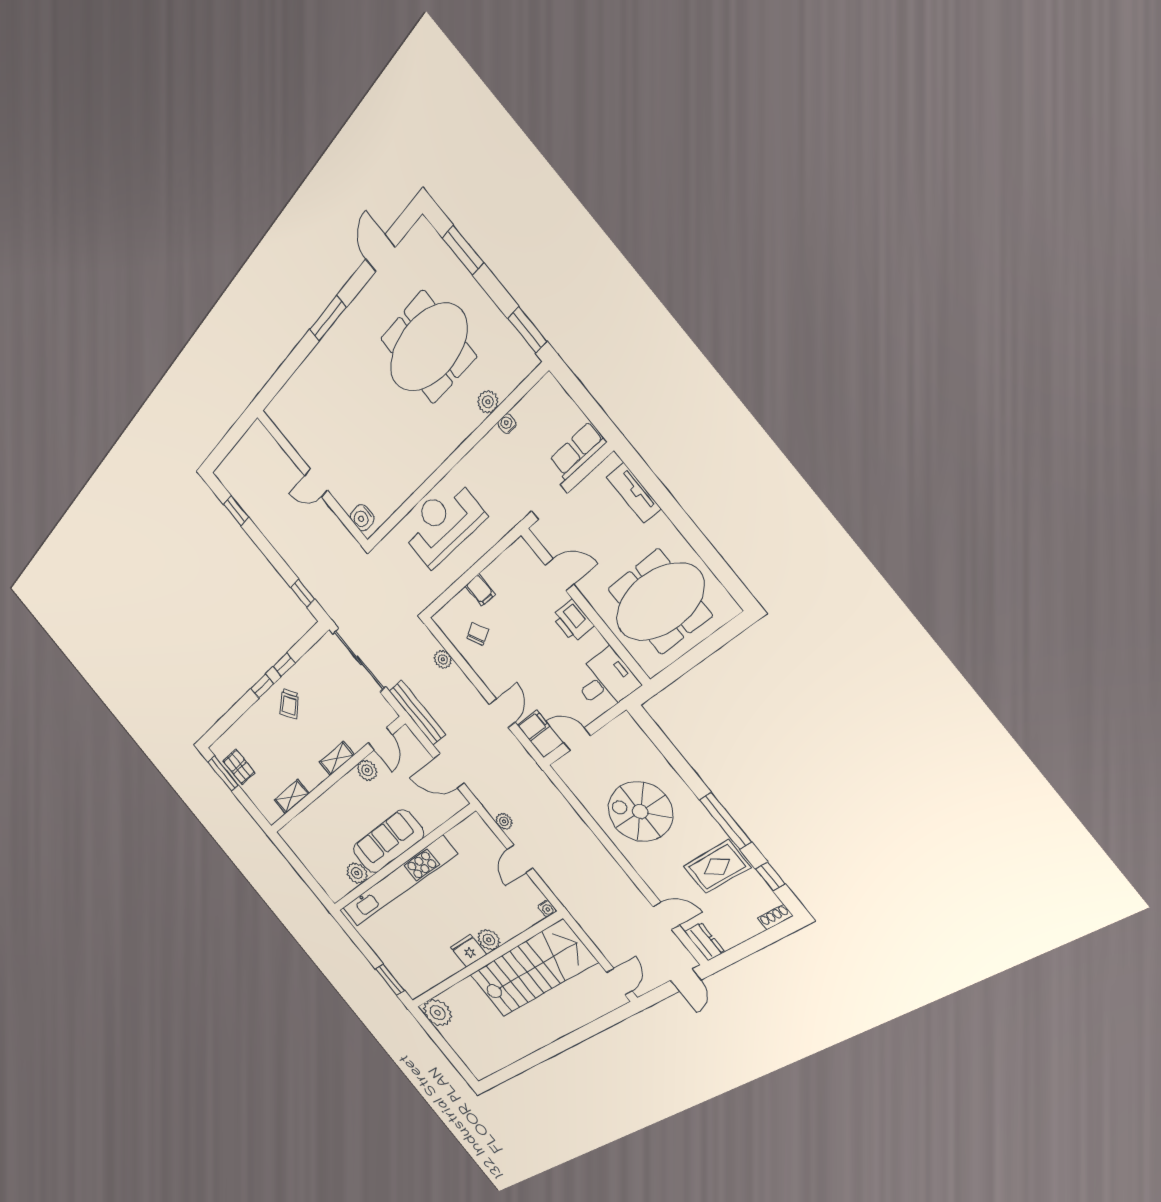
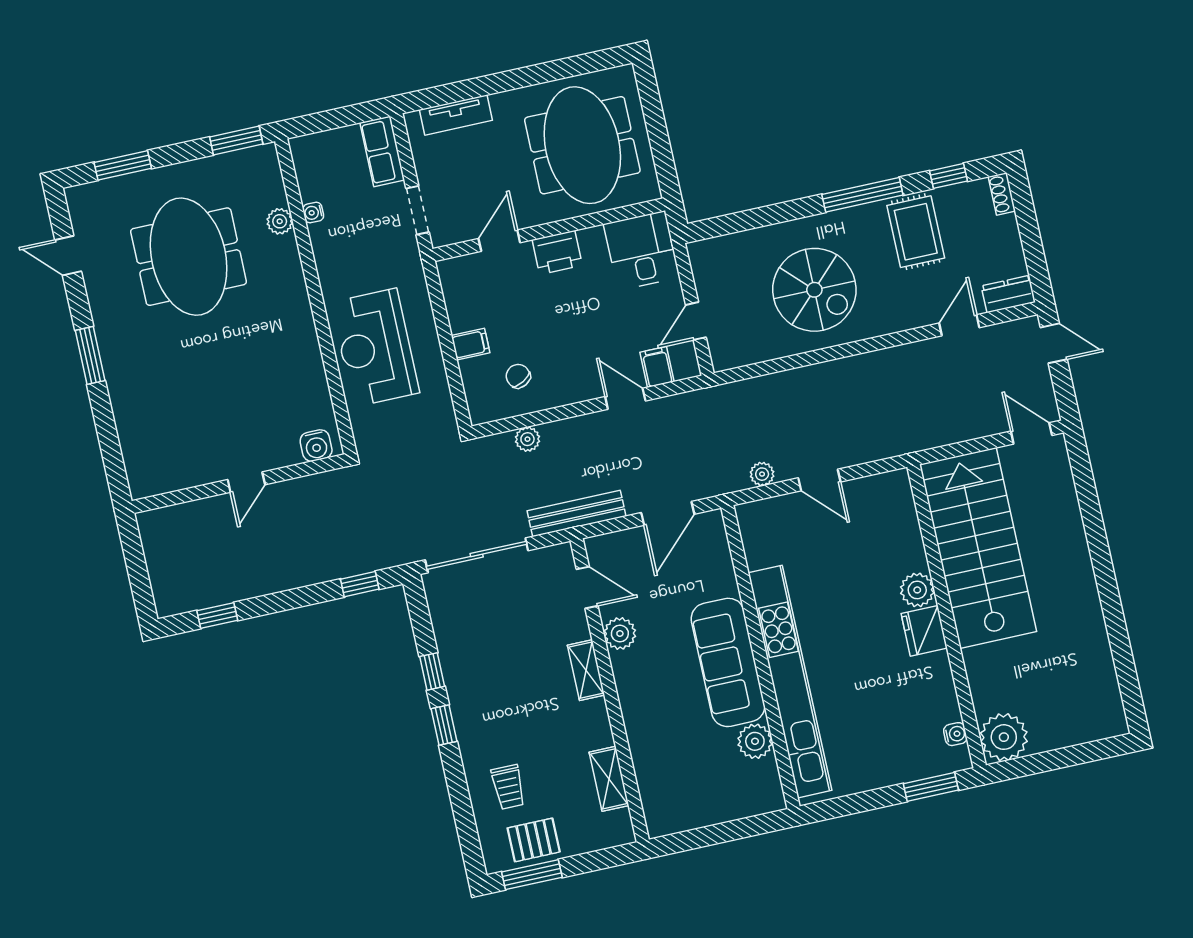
trolley: (289, 704) -> (508, 787), moved, turned 37
spiral stairs: (640, 812) -> (814, 290), turned -90
water cooler: (547, 909) -> (955, 734), moved

